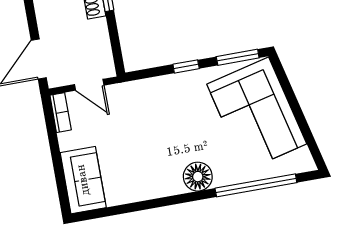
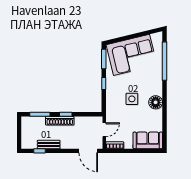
side table: (164, 131) -> (132, 99), added
floor lamp: (198, 177) -> (156, 102), moved

